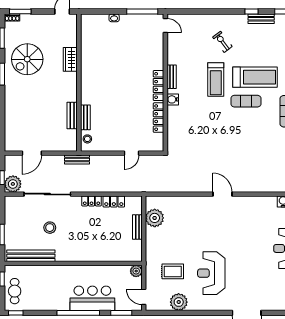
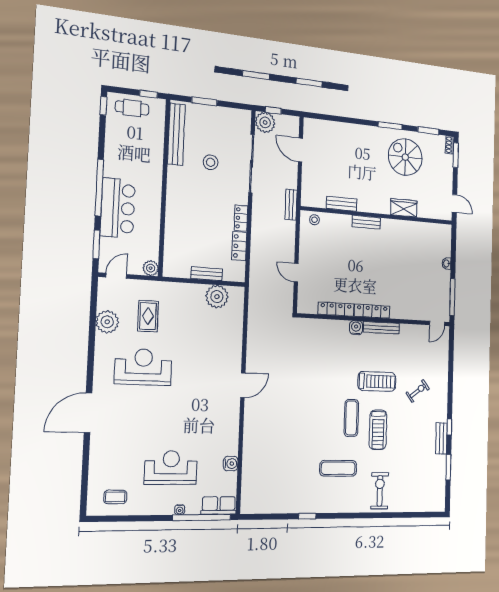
bench: (172, 77) -> (381, 328), width x1.36
treadmill: (255, 77) -> (378, 430), width x0.73, depth x0.73
treadmill: (216, 79) -> (377, 381), turned 180
bench: (85, 117) -> (366, 222), moved

